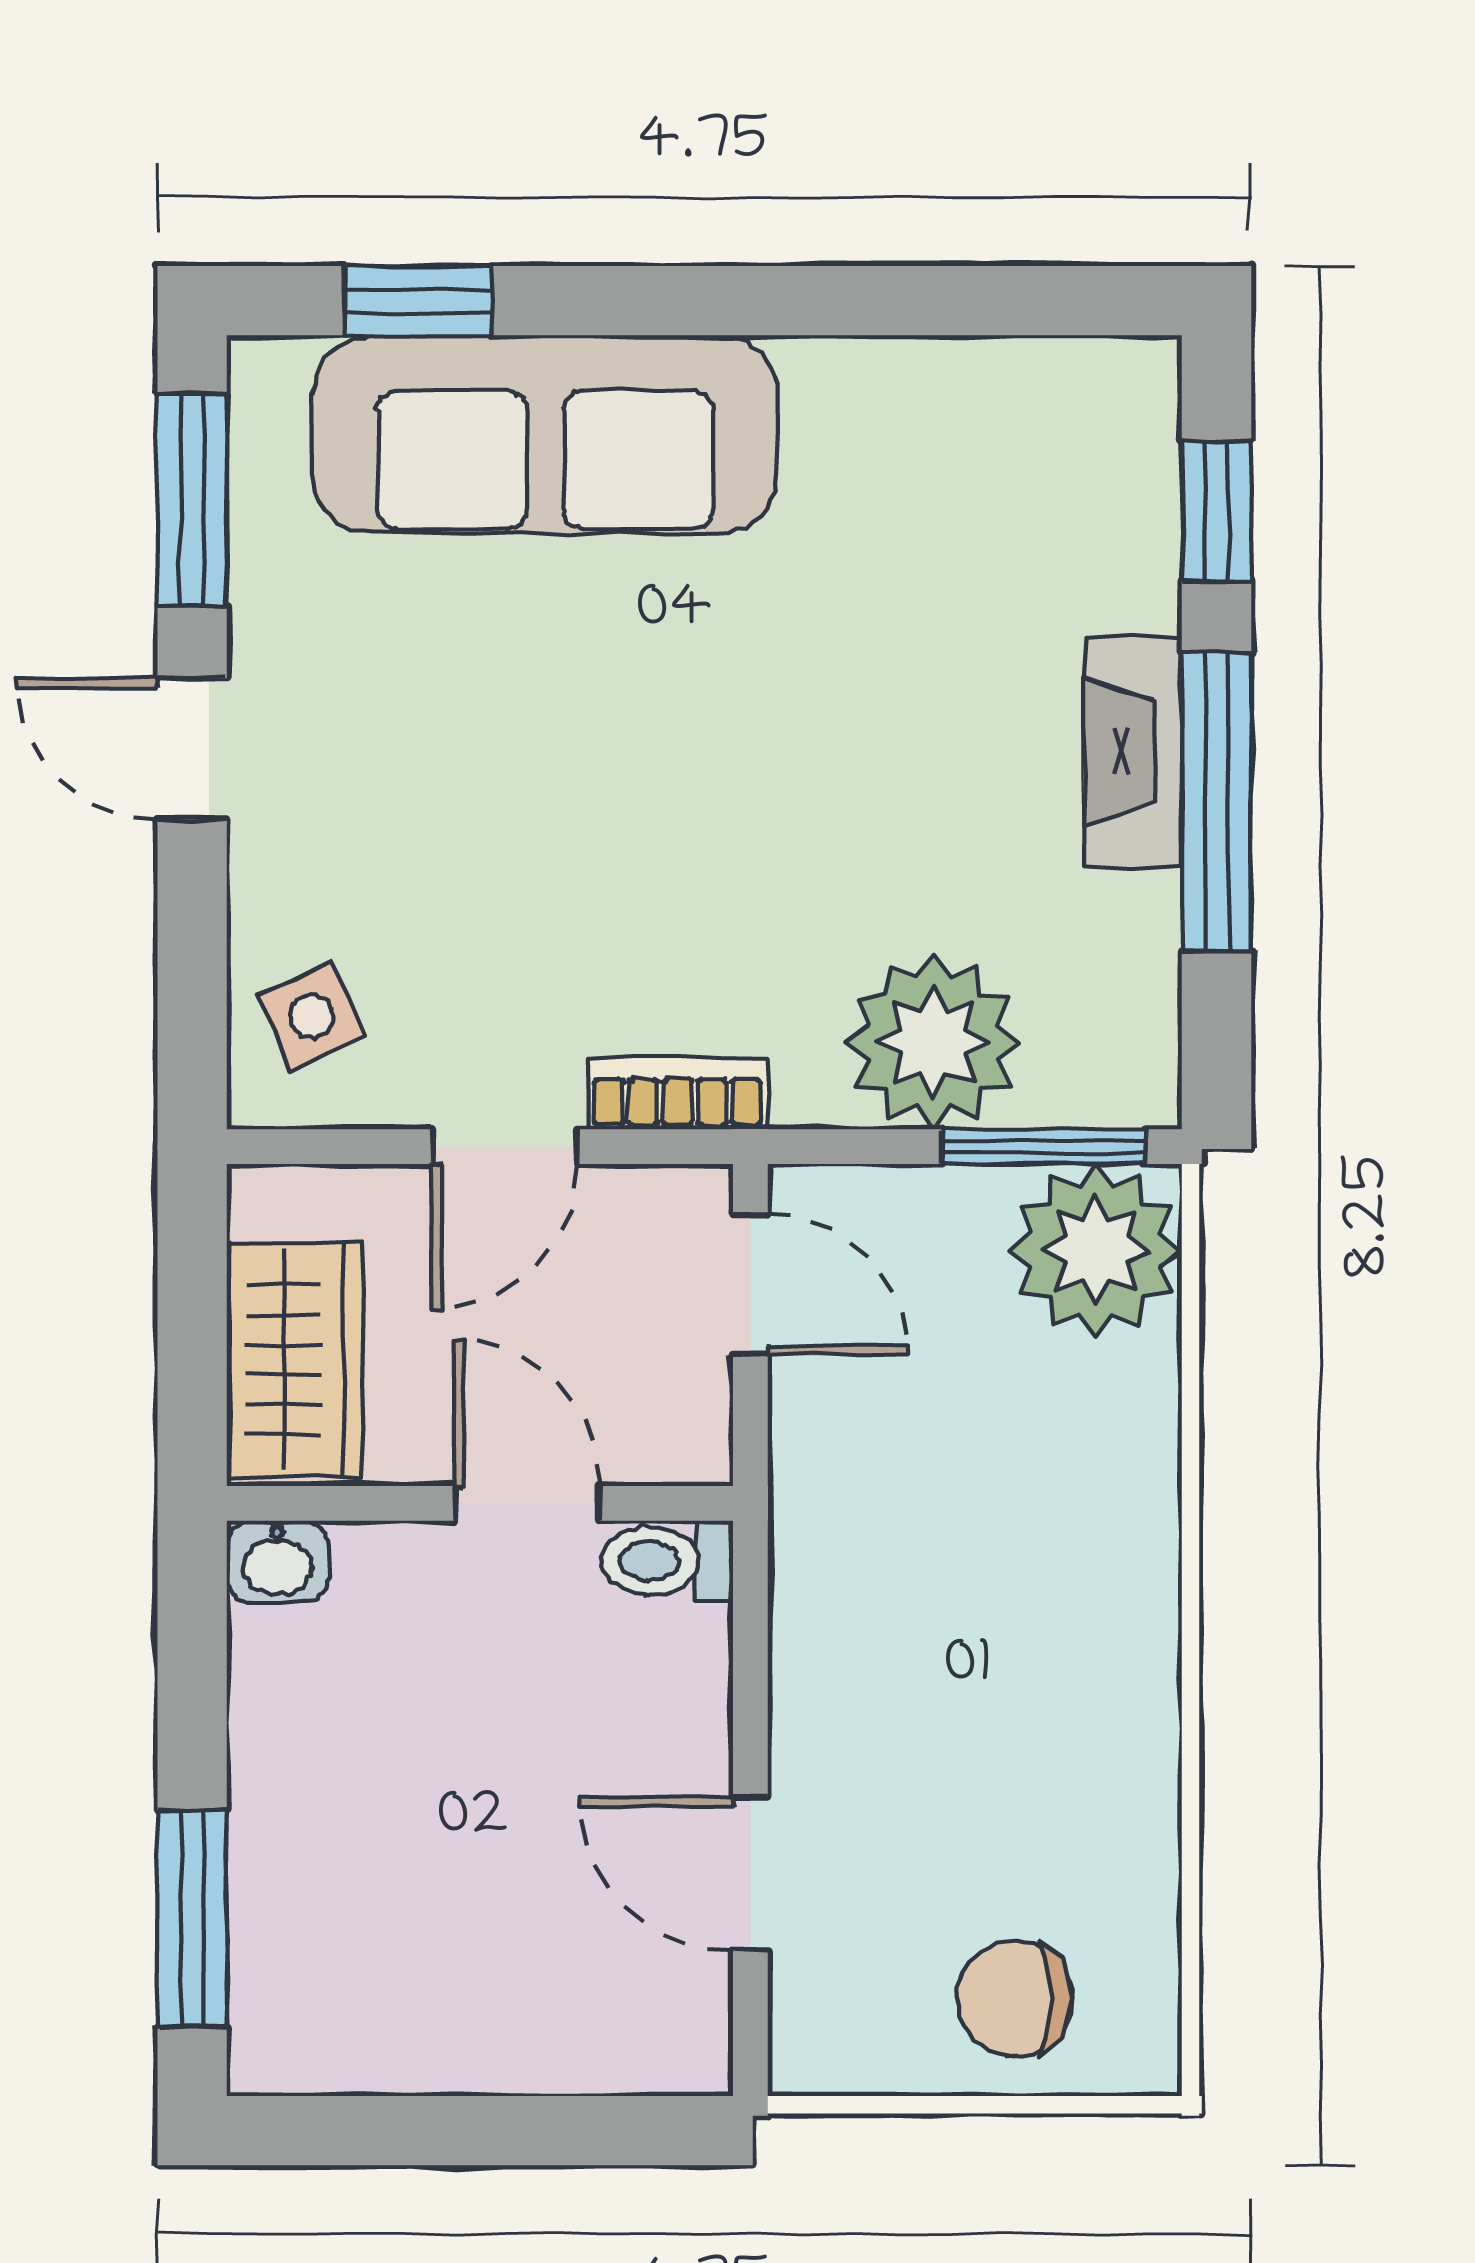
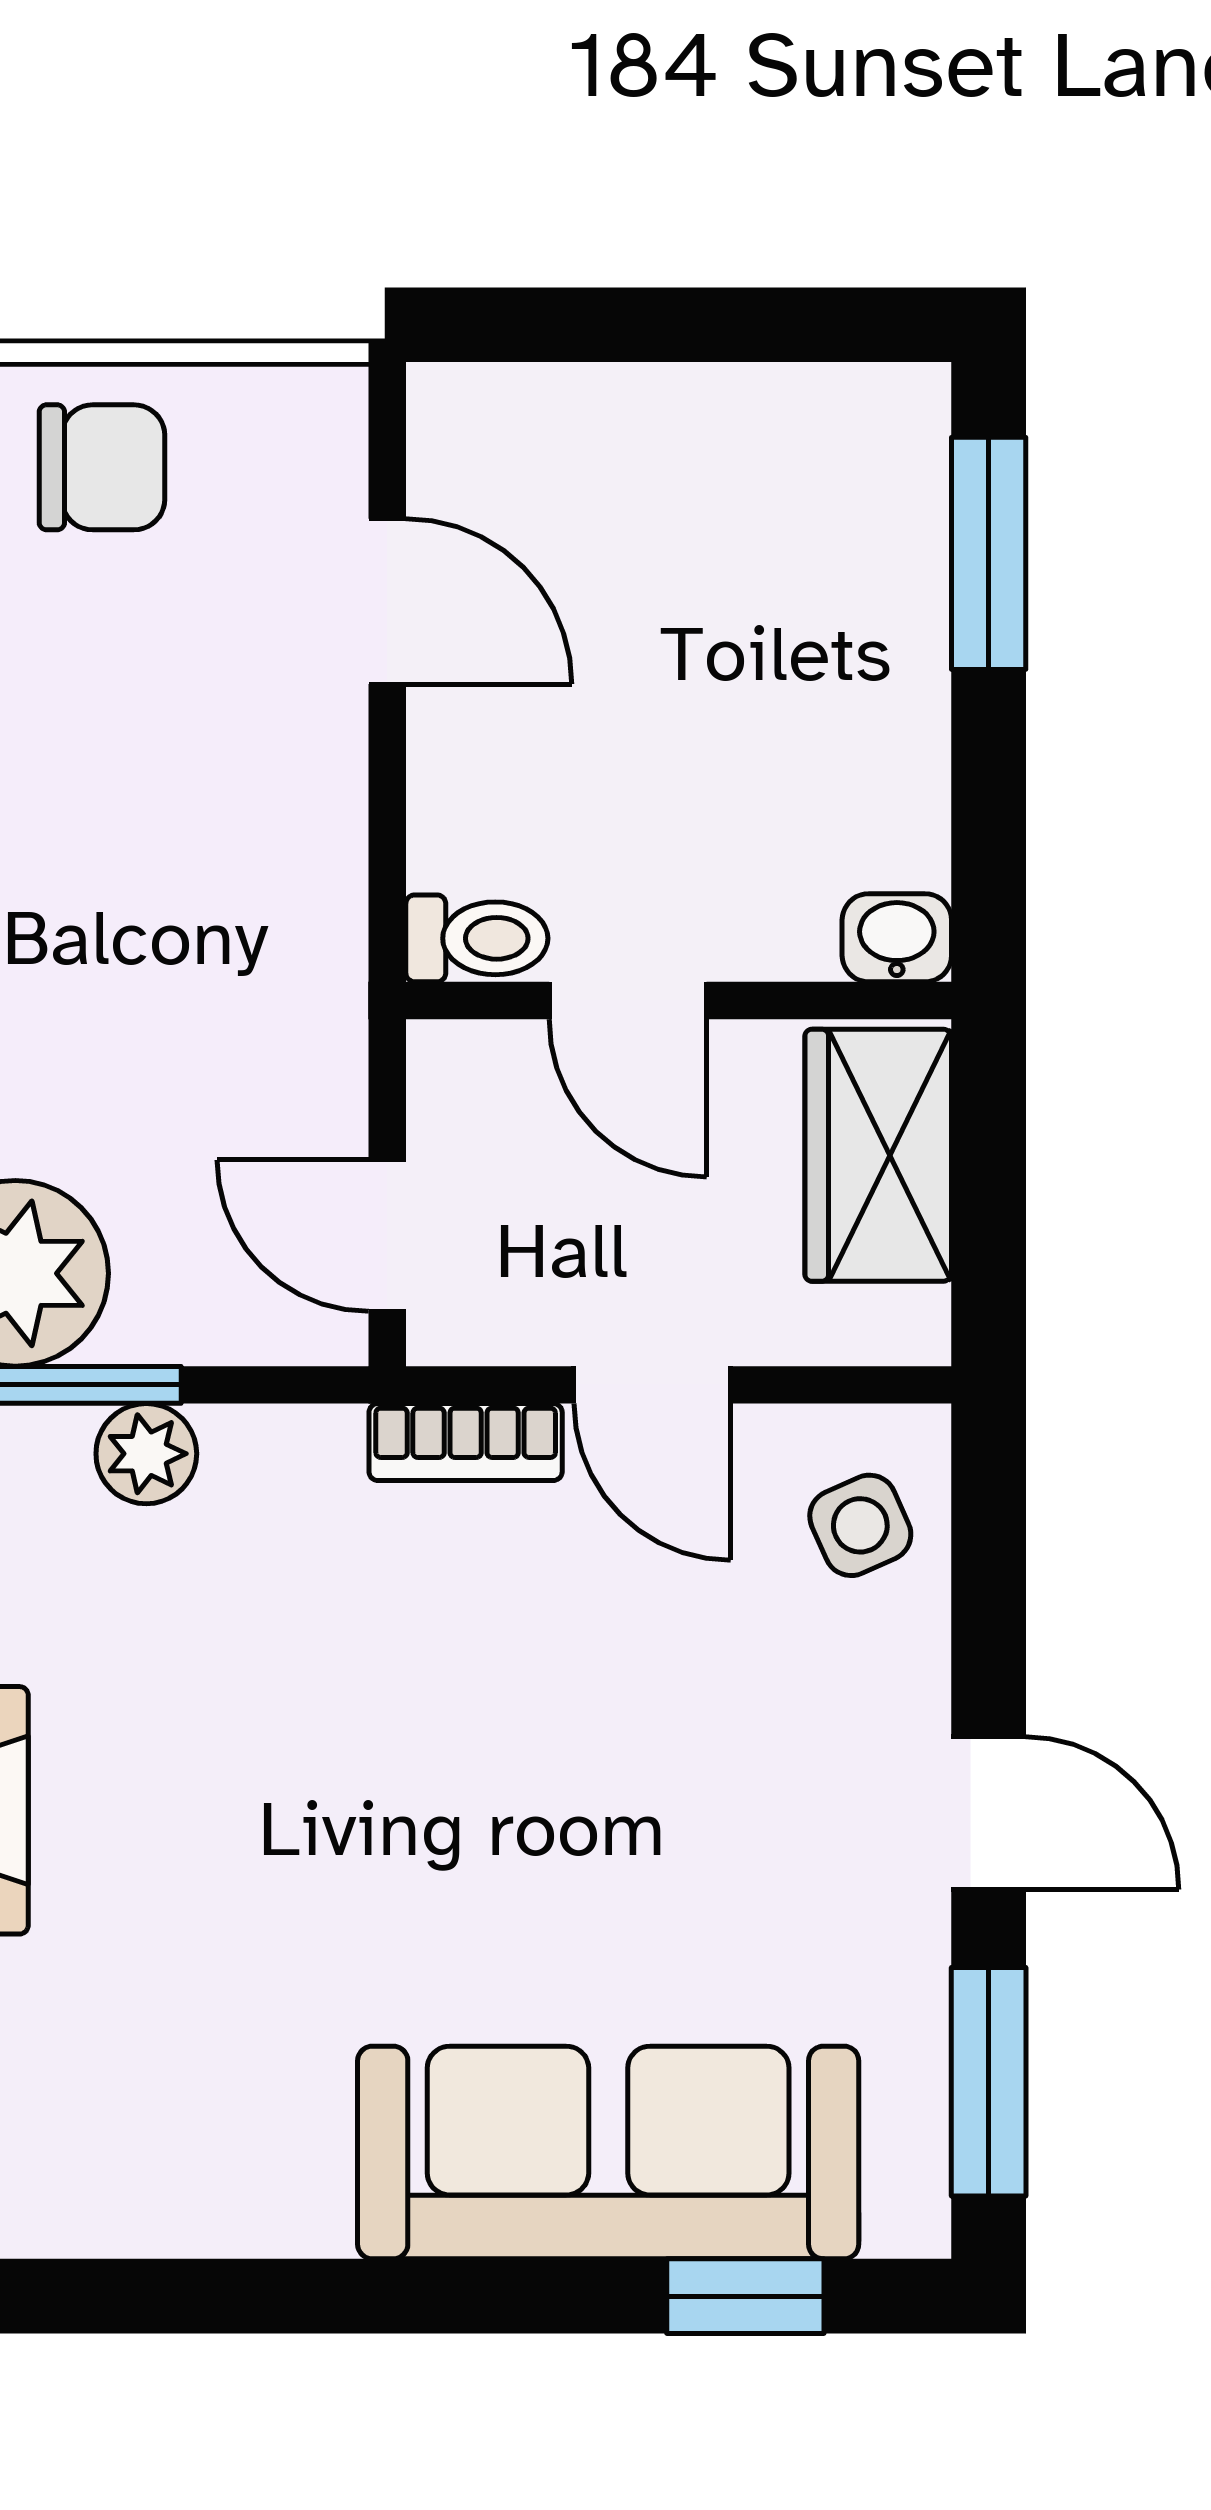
plant: (933, 1042) -> (146, 1454), width x0.53, depth x0.53
door: (504, 1147) -> (652, 1385), swing flipped

